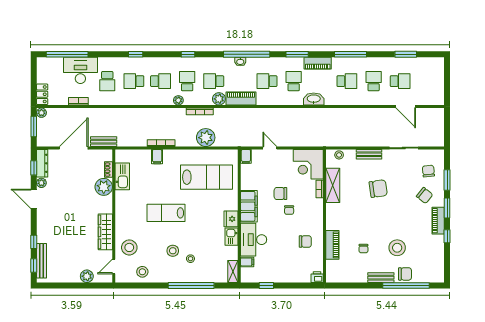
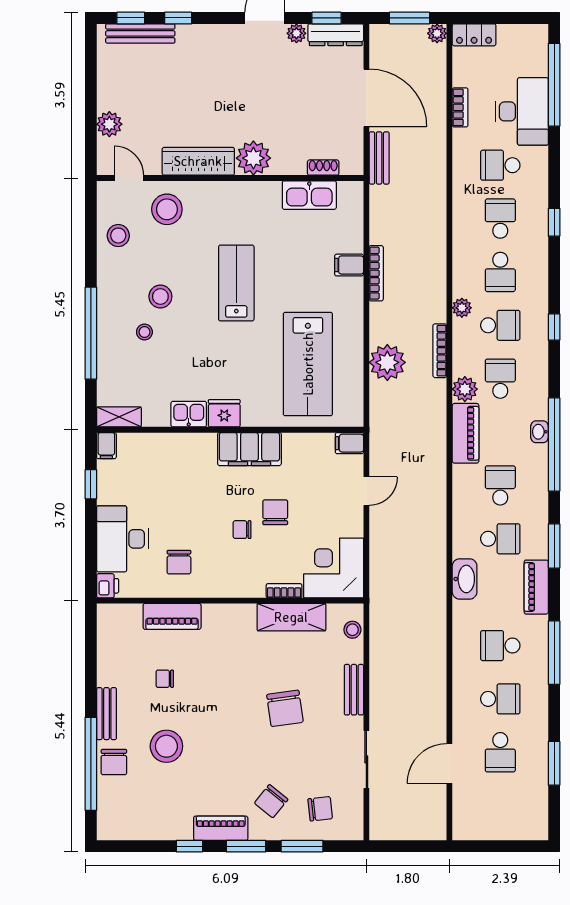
school desk: (347, 81) -> (500, 646), turned 90
plant: (104, 187) -> (253, 158), moved
desk: (254, 240) -> (123, 539), moved, turned -90
filing cabinet: (247, 262) -> (106, 446), moved

